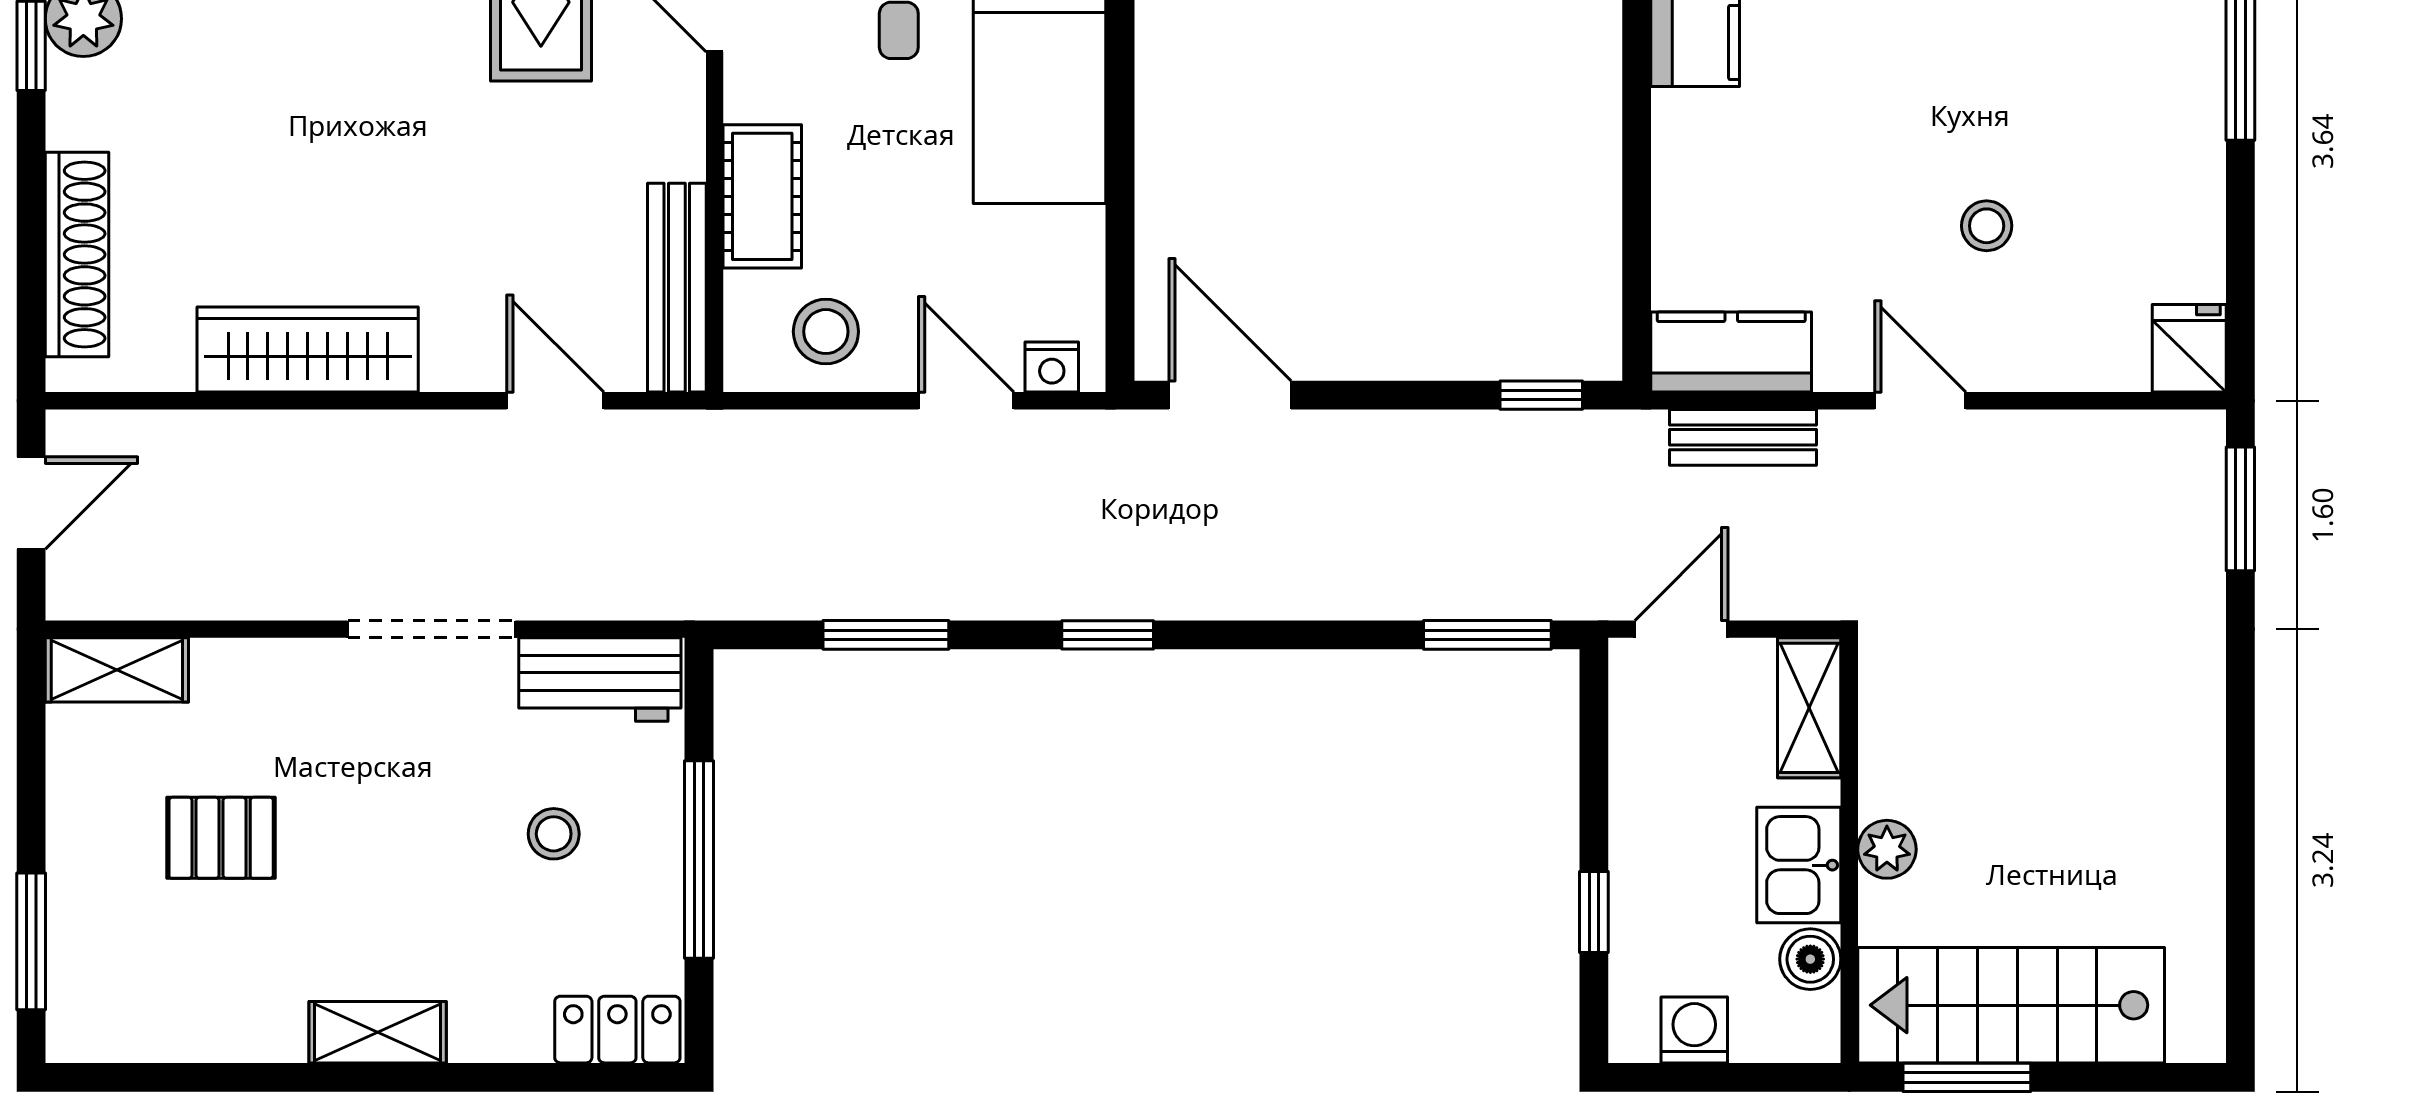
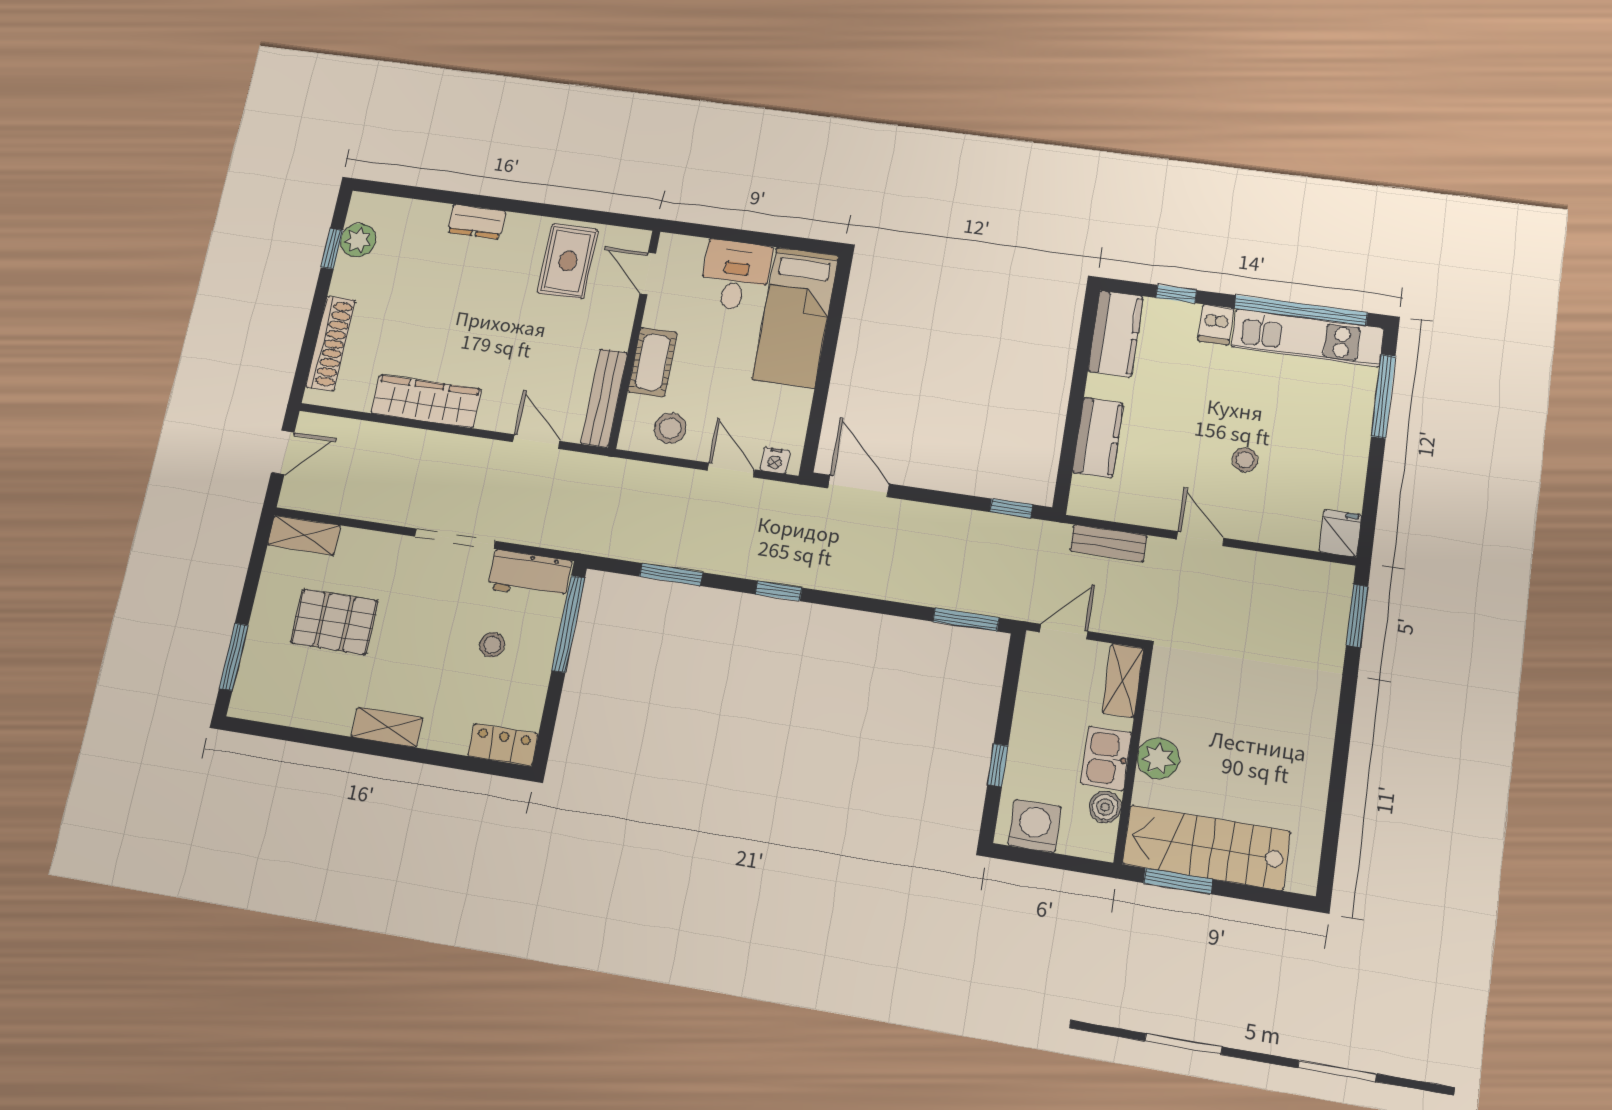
kitchen counter: (1731, 352) -> (1098, 438), moved, turned 90
pallet: (221, 838) -> (334, 622), width x1.50, depth x1.42
plant: (1887, 849) -> (1158, 758), width x1.38, depth x1.38
window: (699, 860) -> (568, 624), moved
washing machine: (1694, 1030) -> (1035, 826), width x1.38, depth x1.38

